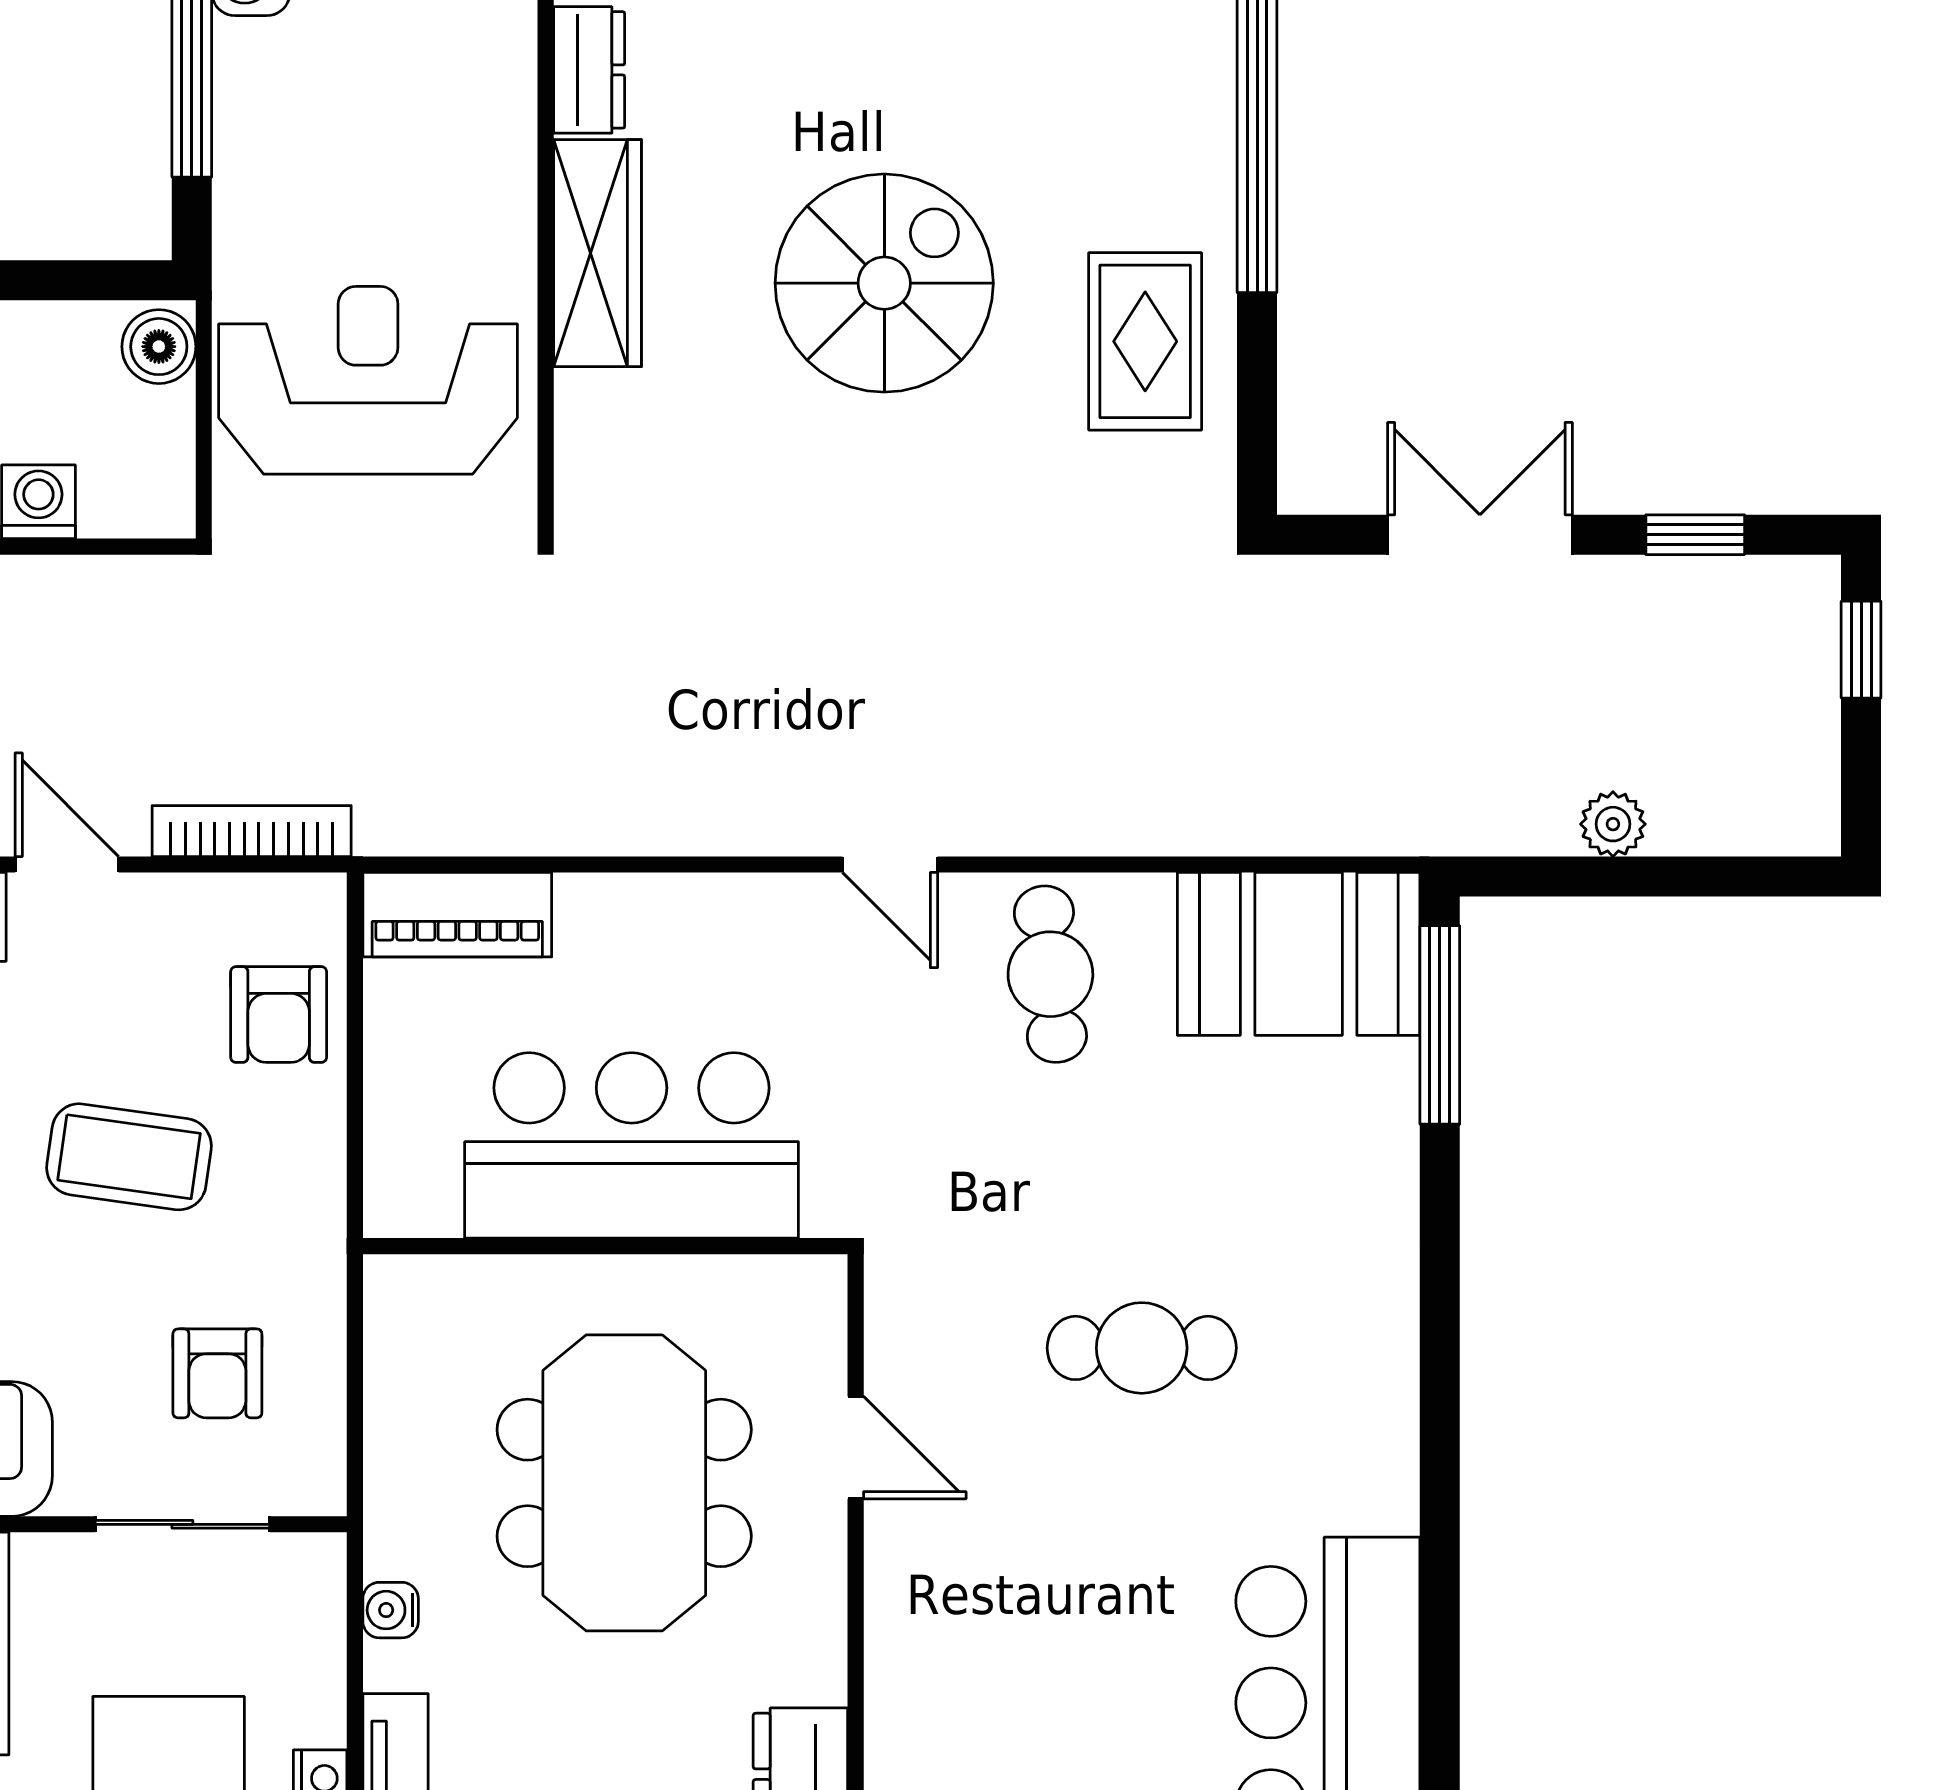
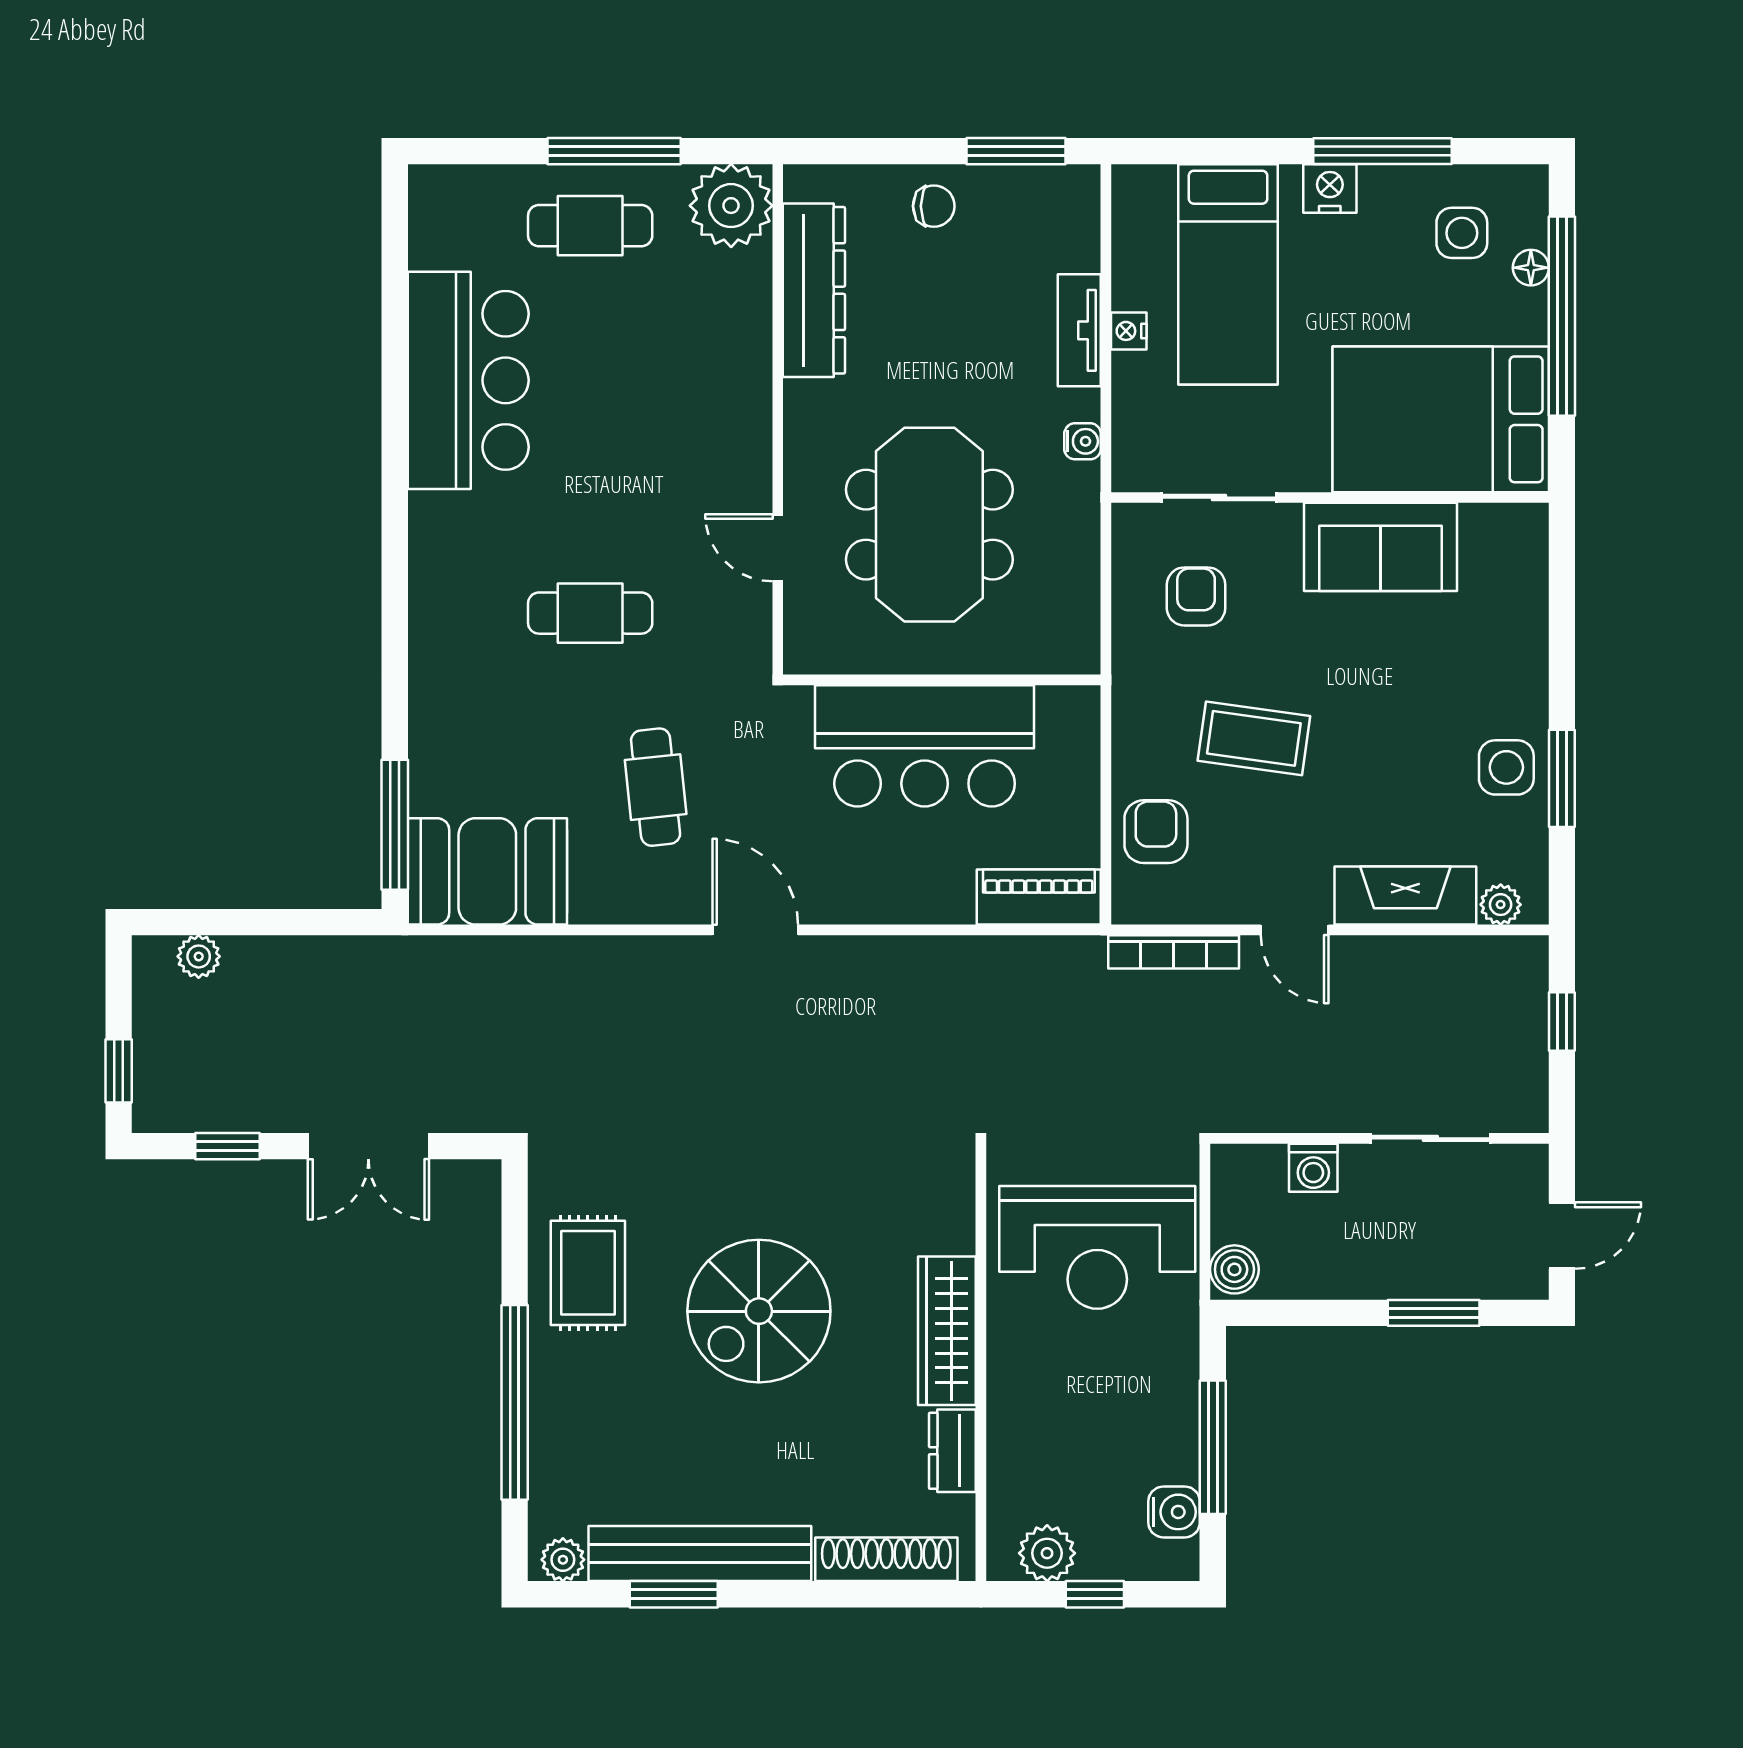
plant: (1613, 824) -> (199, 956), moved
door: (890, 865) -> (755, 930), width x1.37
cafe table: (1050, 974) -> (656, 787), moved

